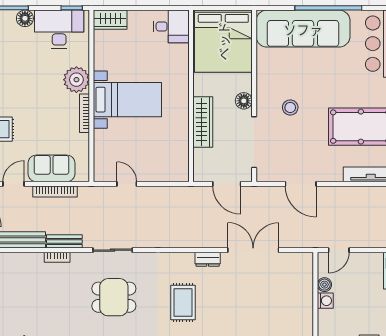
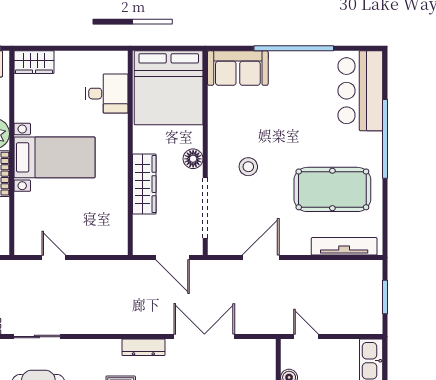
desk: (171, 26) -> (107, 94), moved
sofa: (303, 29) -> (238, 68), width x0.54, depth x0.79
door: (301, 184) -> (261, 258), swing flipped
door: (339, 250) -> (306, 337), swing flipped
dresser: (208, 259) -> (143, 347), width x1.44

